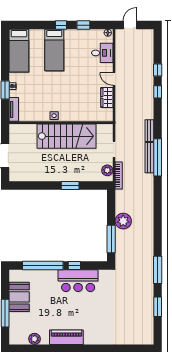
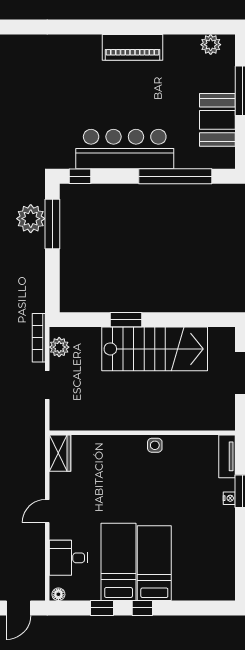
bed: (19, 51) -> (119, 562), moved
door: (114, 79) -> (47, 511), swing flipped
wardrobe: (107, 97) -> (60, 453), moved
stairs: (66, 136) -> (155, 349), moved, turned 180
plant: (123, 221) -> (31, 219), moved
window: (74, 265) -> (80, 176), moved
bar counter: (78, 281) -> (125, 149), width x1.36
plant: (34, 339) -> (211, 45), moved

